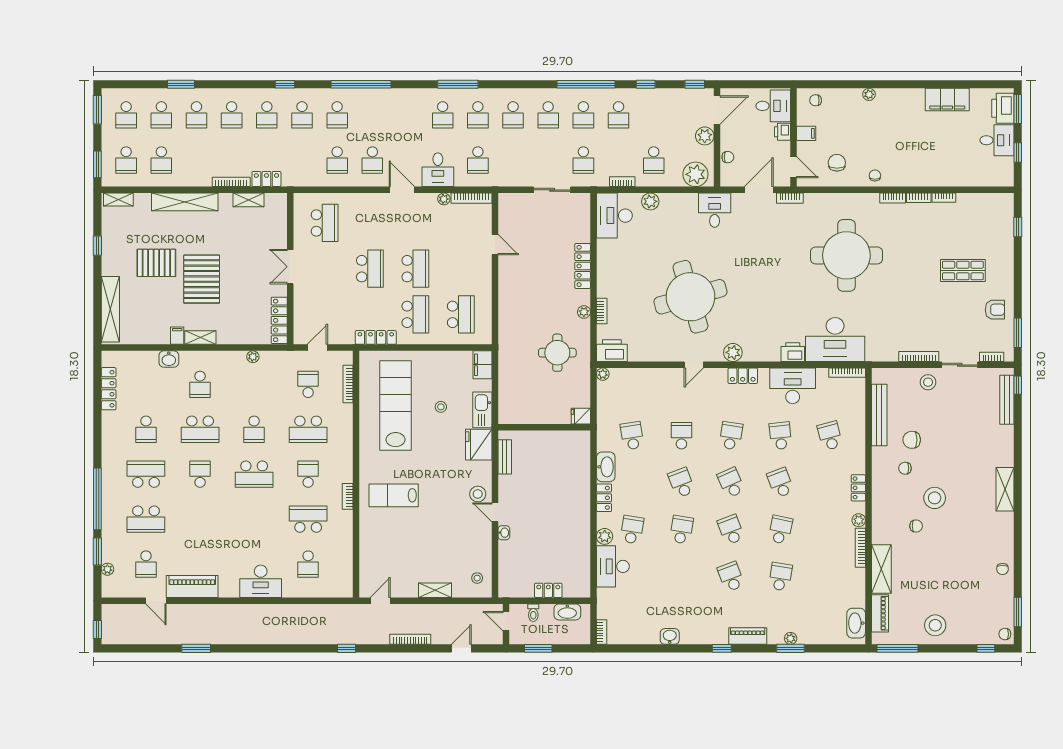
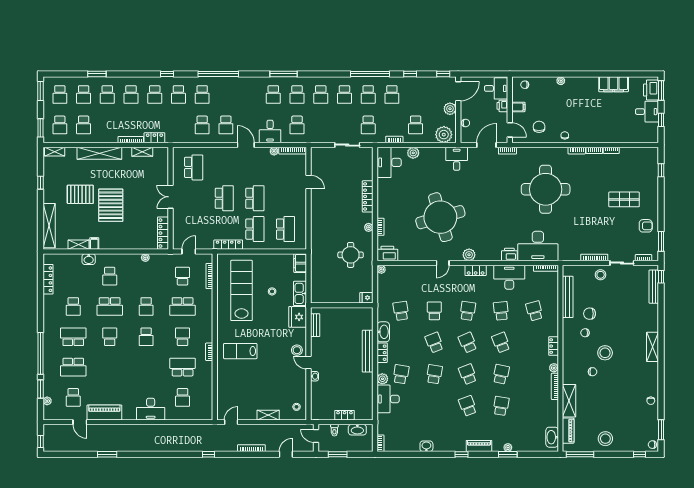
shelving: (200, 338) -> (79, 245), moved
school desk: (254, 474) -> (146, 337), width x0.54
bench: (583, 495) -> (368, 351), added

